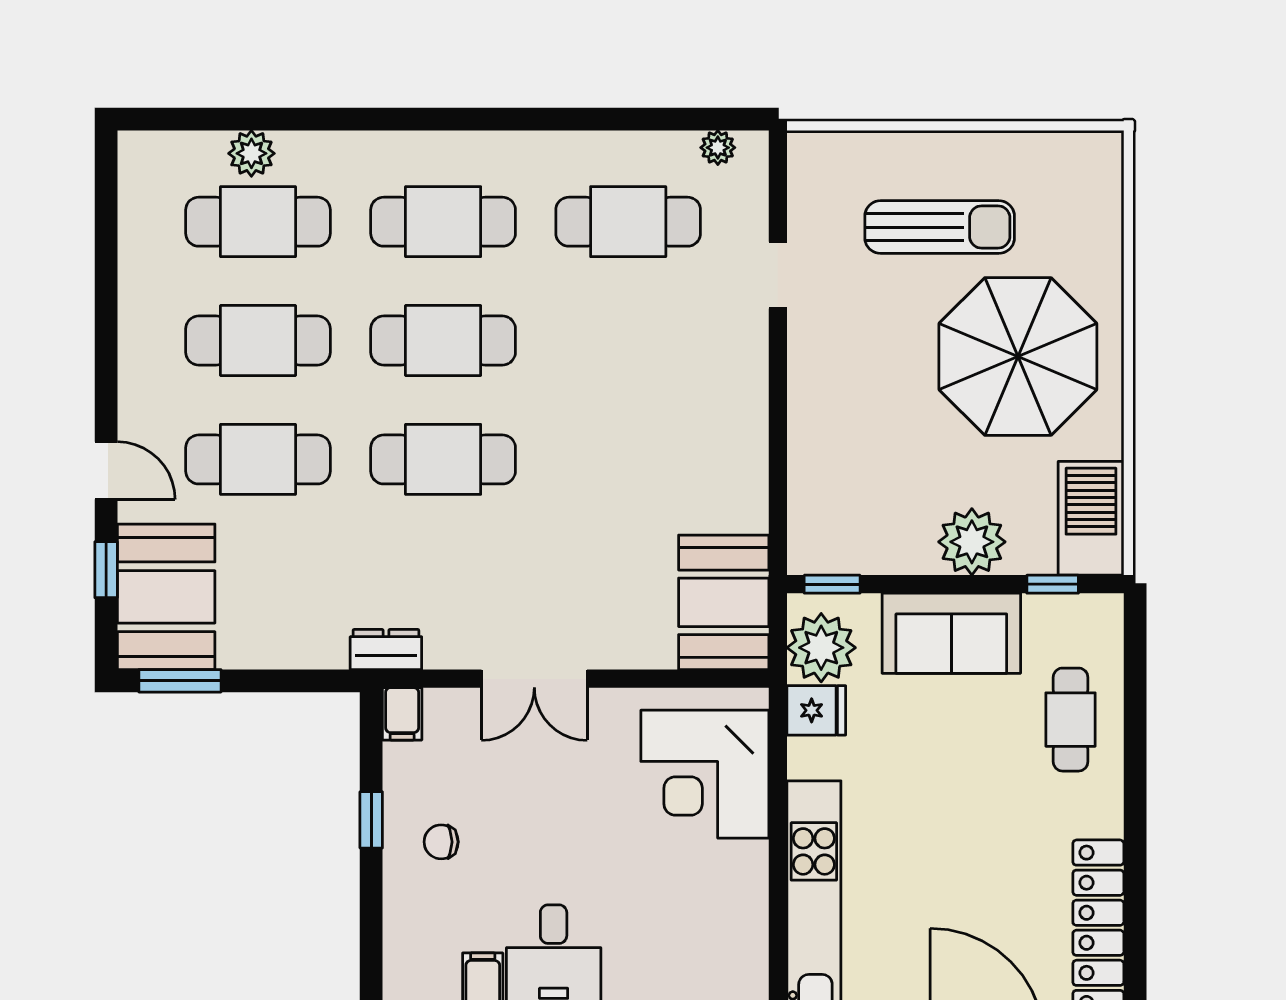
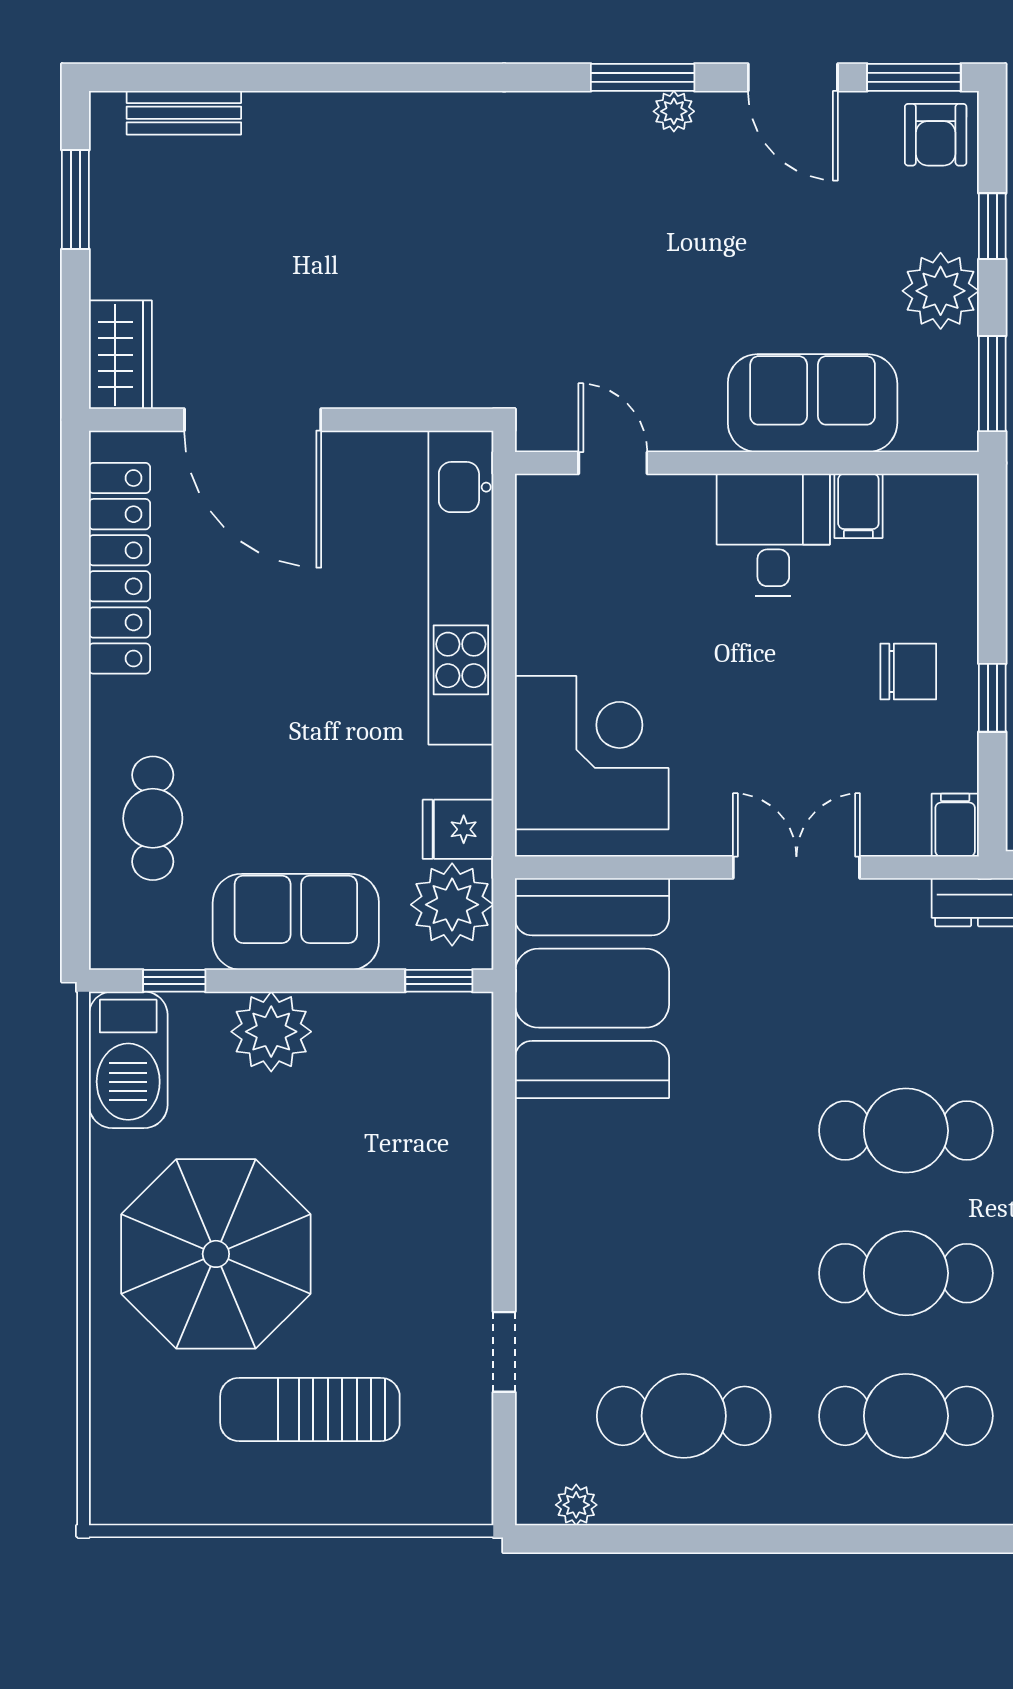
booth: (724, 602) -> (592, 988), width x1.36, depth x1.42
chair: (441, 842) -> (908, 671), width x1.37, depth x1.37

